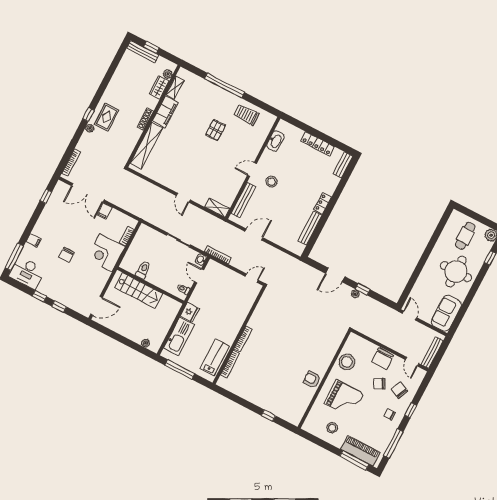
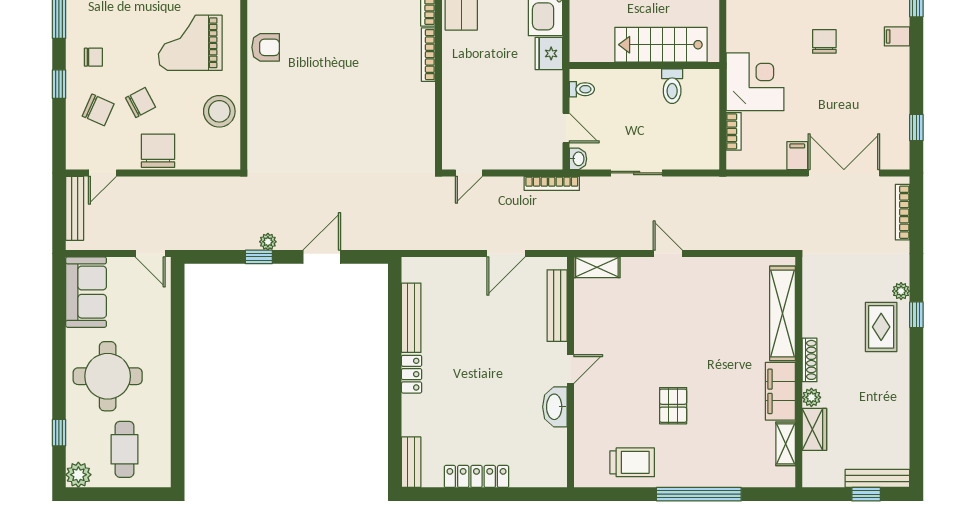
plant: (168, 74) -> (811, 397), moved
washbasin: (275, 141) -> (555, 407), moved
stool: (272, 182) -> (524, 365), removed
door: (412, 362) -> (102, 173), swing flipped

